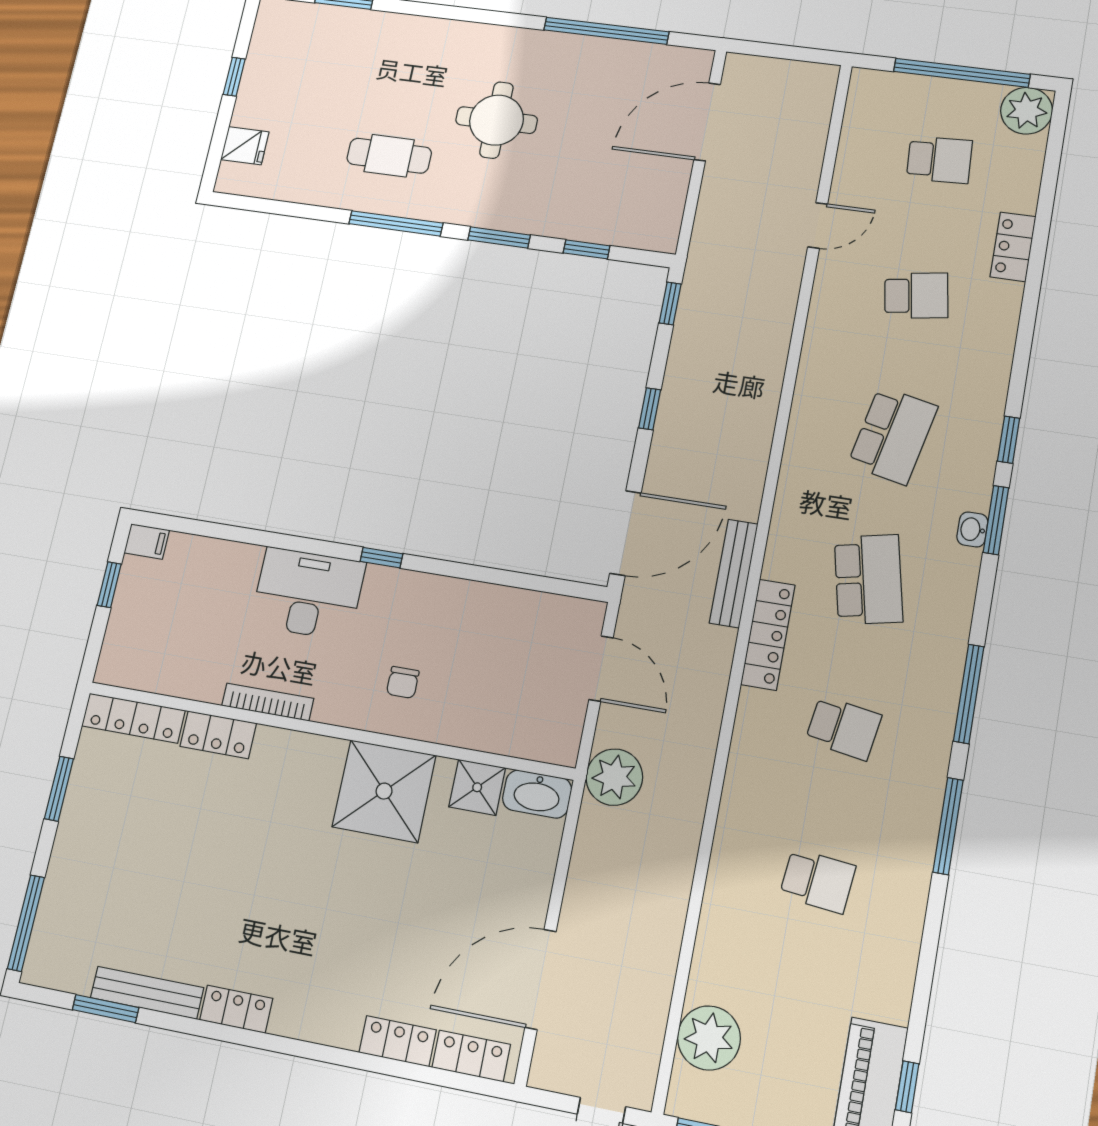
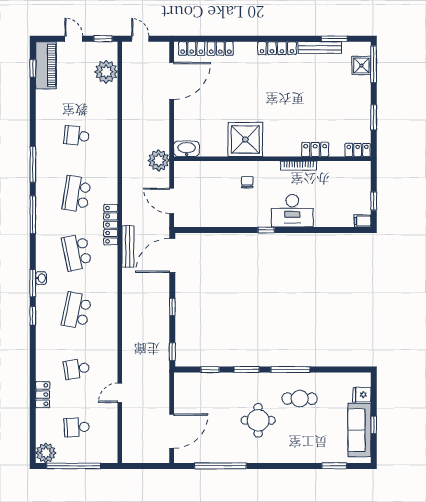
sofa: (269, 70) -> (359, 430), added
locker: (133, 718) -> (358, 150), width x0.66
school desk: (843, 728) -> (77, 194), width x1.85
shower: (477, 787) -> (361, 66), moved
locker: (236, 1009) -> (277, 48), width x1.53

